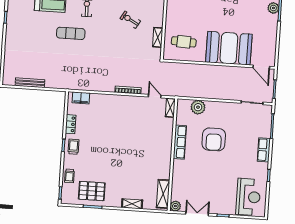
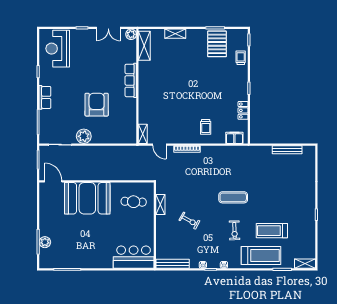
exercise mat: (71, 33) -> (233, 197), moved
plant: (198, 107) -> (84, 136), moved
row of seats: (180, 142) -> (131, 80), moved
trolley: (73, 147) -> (206, 127), moved
pallet: (92, 191) -> (217, 44), turned 90

